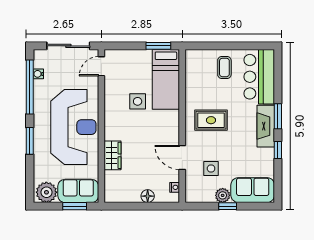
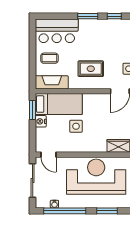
nightstand: (144, 56) -> (41, 121), added
rug: (211, 120) -> (91, 69), turned 90
fireplace: (266, 126) -> (52, 82), moved, turned 180

